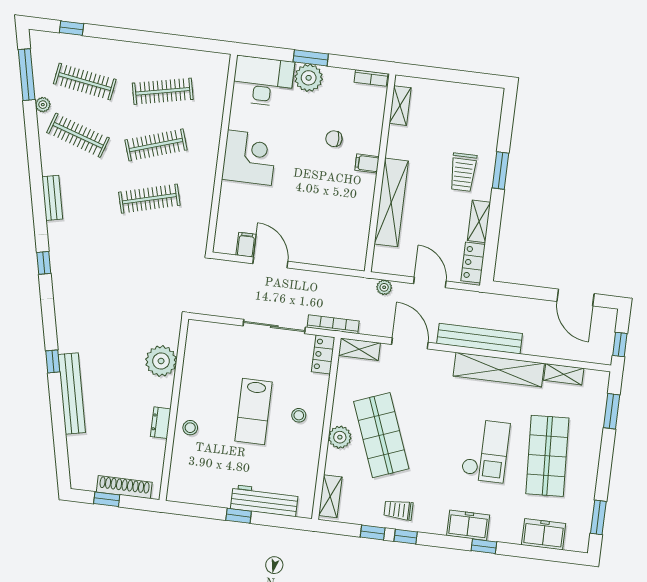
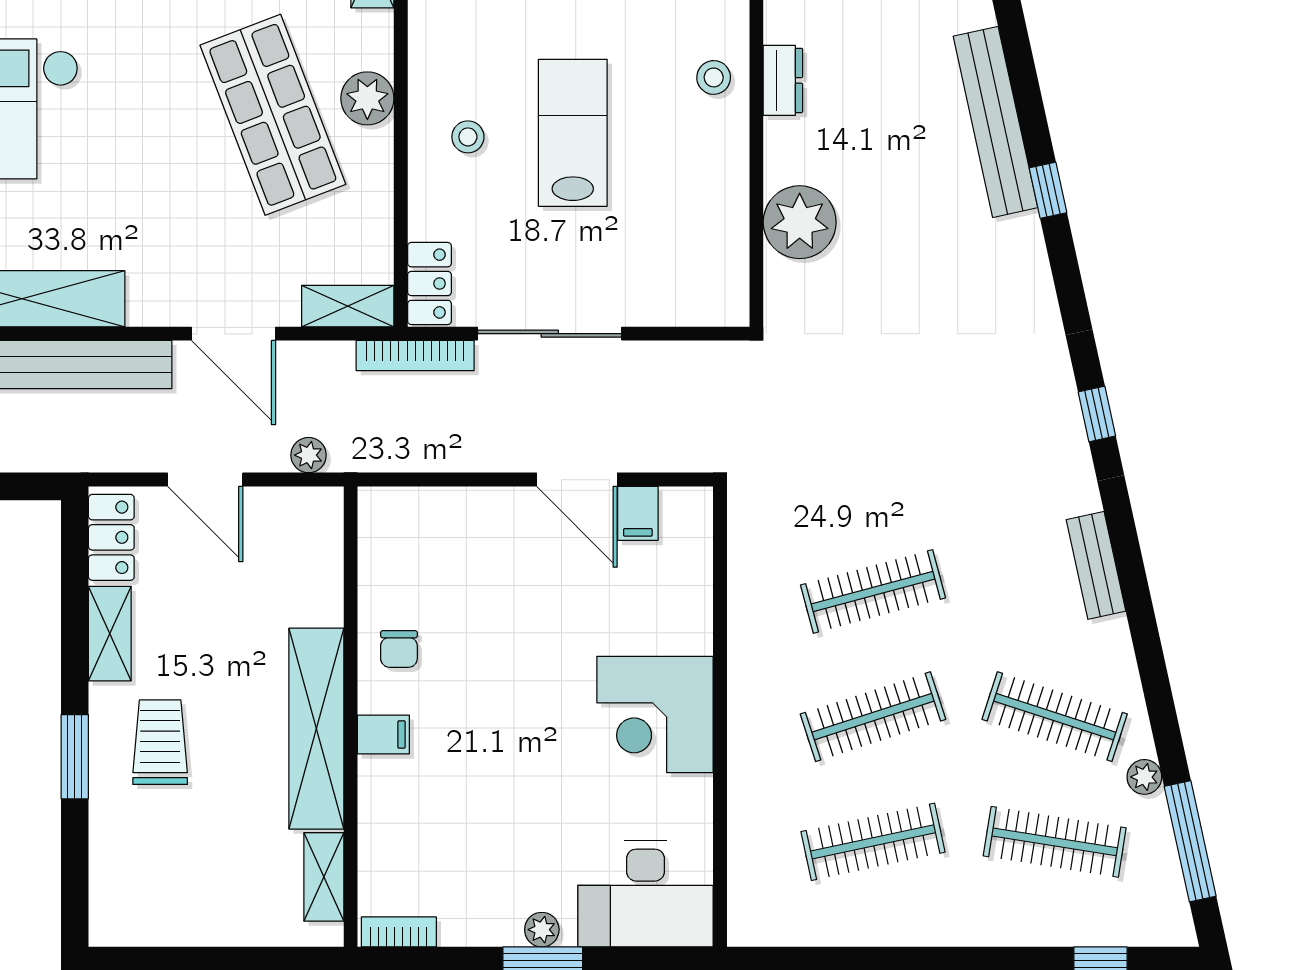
plant: (309, 78) -> (542, 930), width x0.53, depth x0.53
chair: (334, 139) -> (399, 649), moved, turned 90
shelving: (391, 202) -> (316, 729), moved

